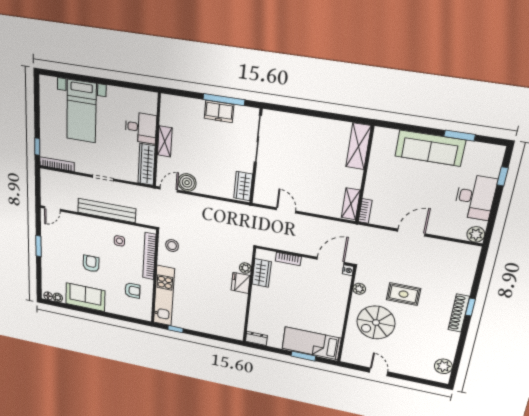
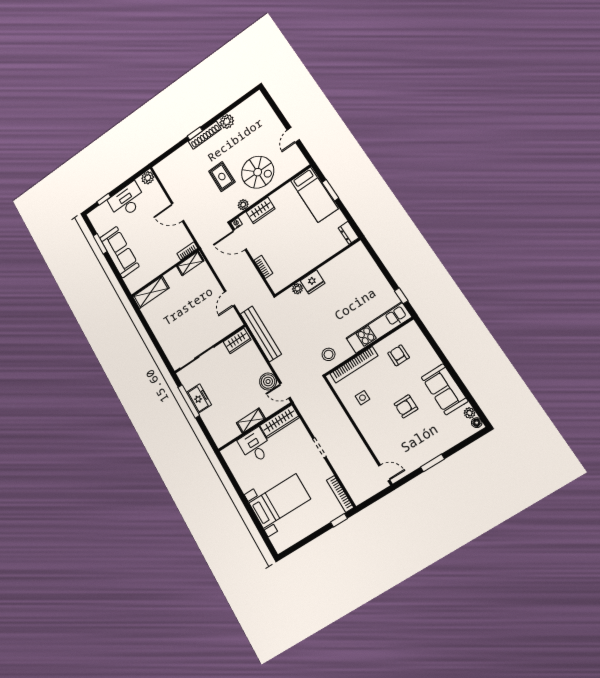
bench: (107, 211) -> (261, 334), moved
wardrobe: (262, 273) -> (261, 210), moved, turned 180
plant: (443, 366) -> (227, 122), moved

